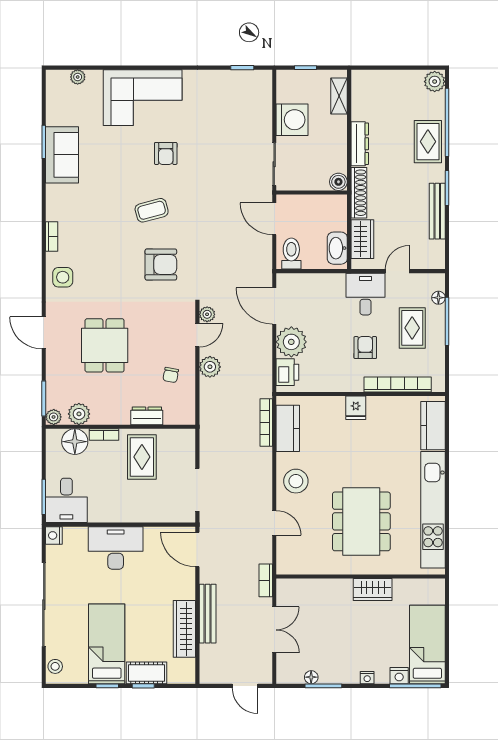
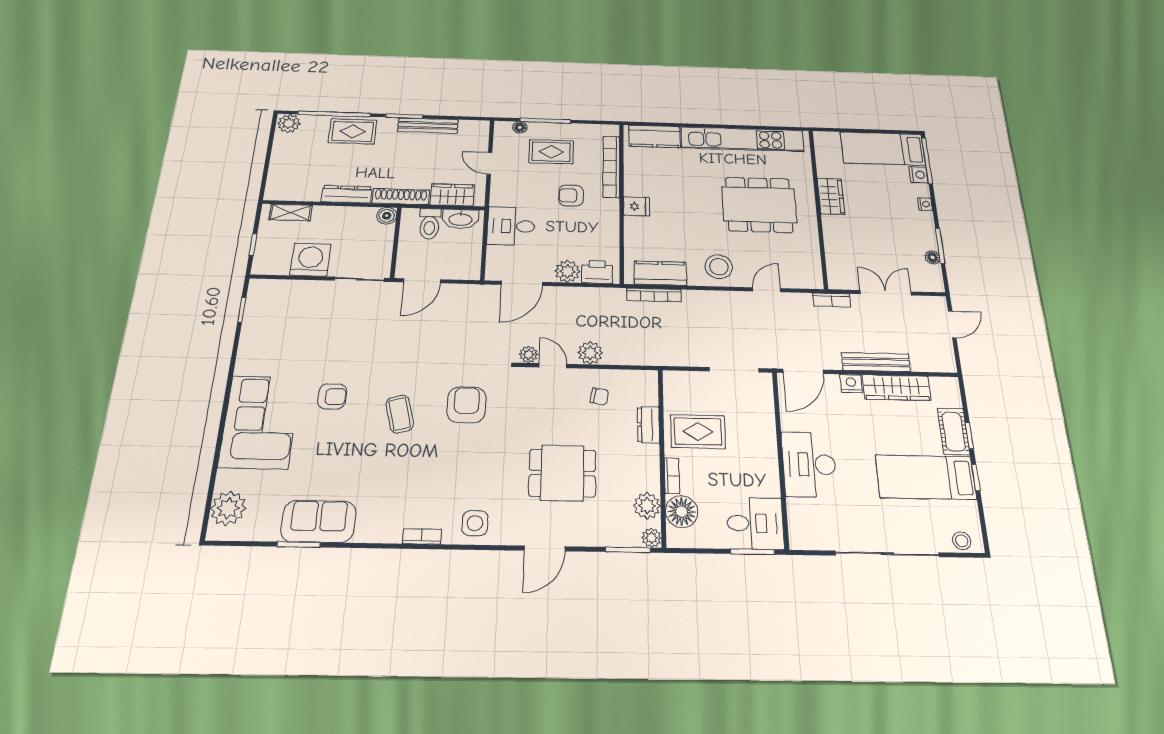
plant: (78, 77) -> (228, 508), width x1.88, depth x1.88
toilet: (291, 254) -> (430, 224), moved, turned -90
desk: (365, 294) -> (511, 226), moved
plant: (291, 342) -> (568, 271), width x0.73, depth x0.73
nightstand: (54, 535) -> (851, 384), moved, turned 180

